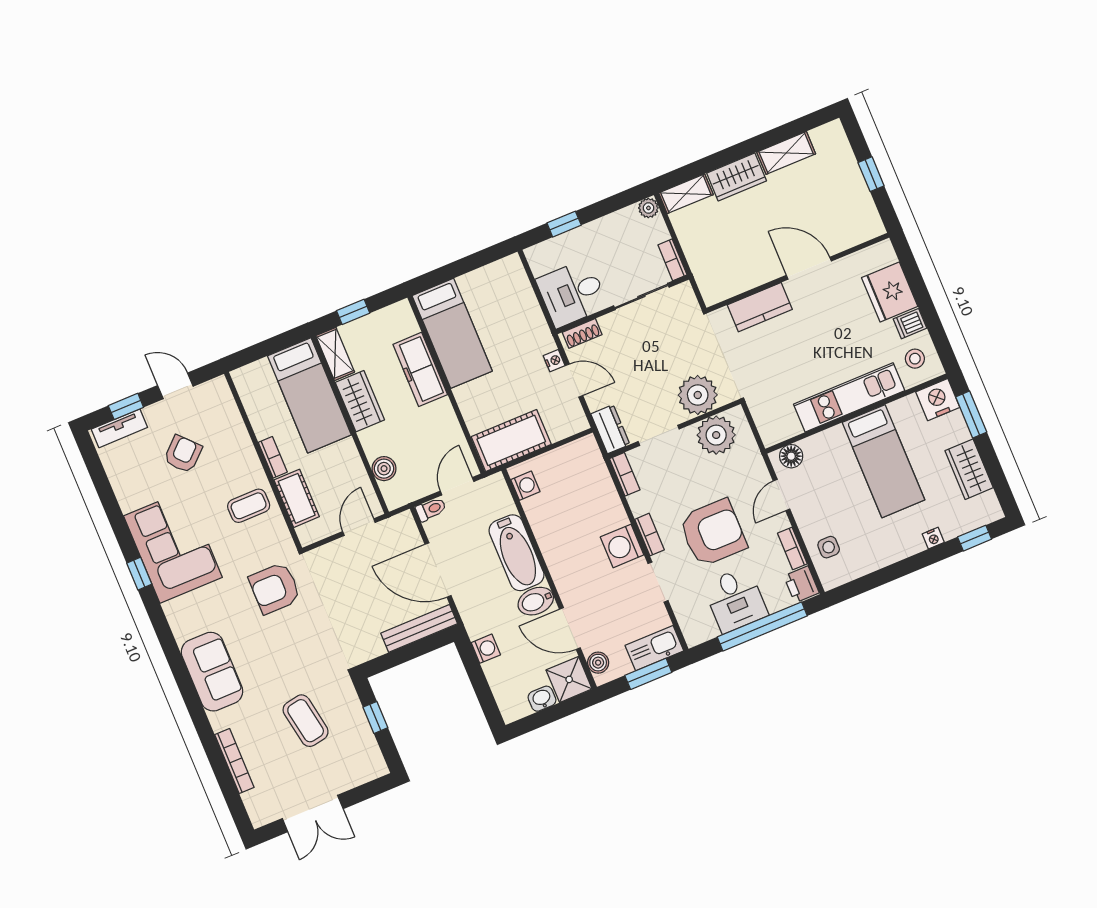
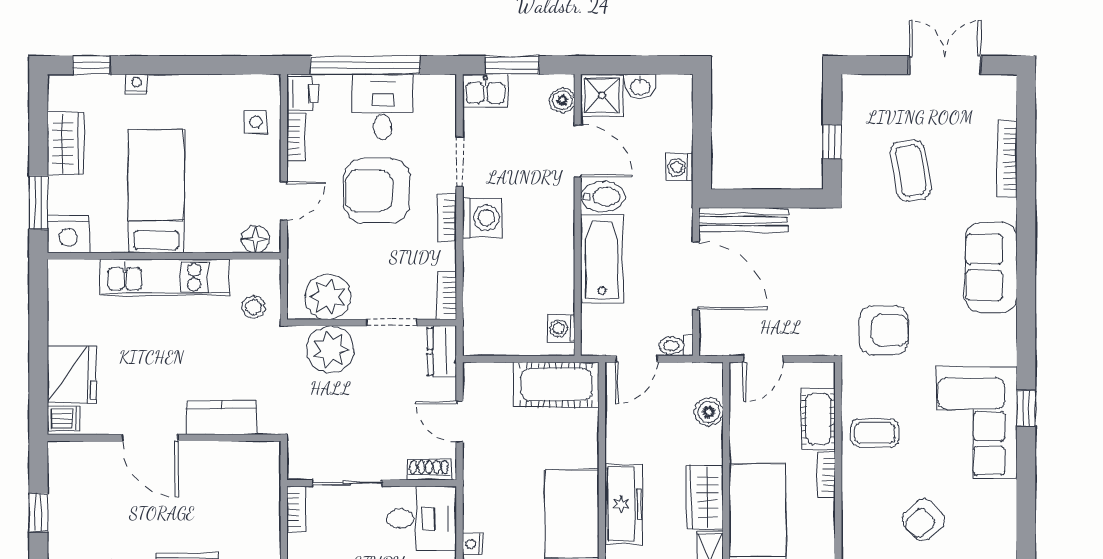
dishwasher: (910, 324) -> (64, 419), moved
stool: (915, 359) -> (253, 307), moved
nightstand: (554, 361) -> (472, 544), moved
kitchen sink: (654, 648) -> (485, 91), width x0.73

